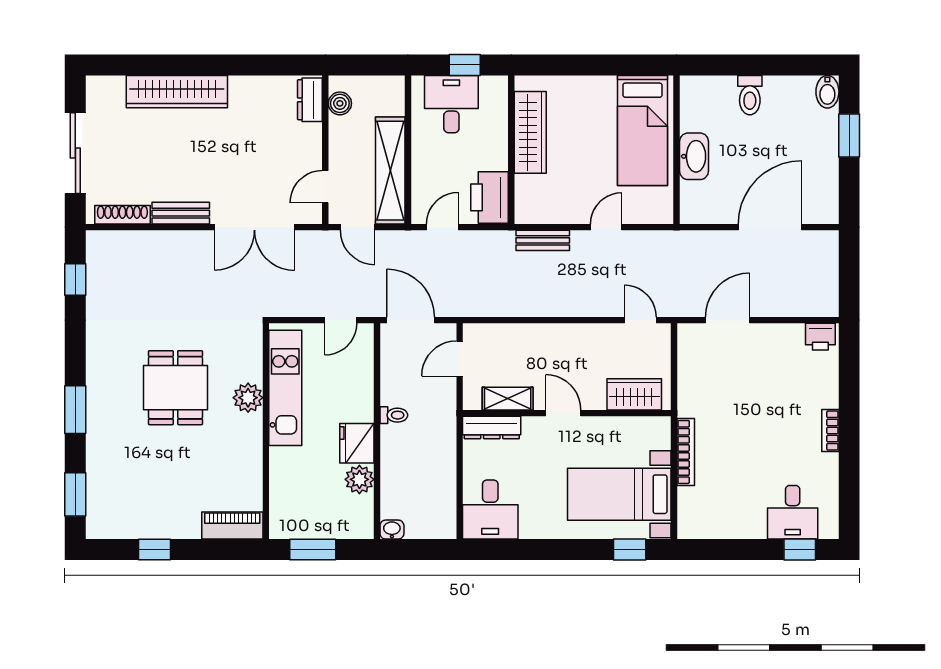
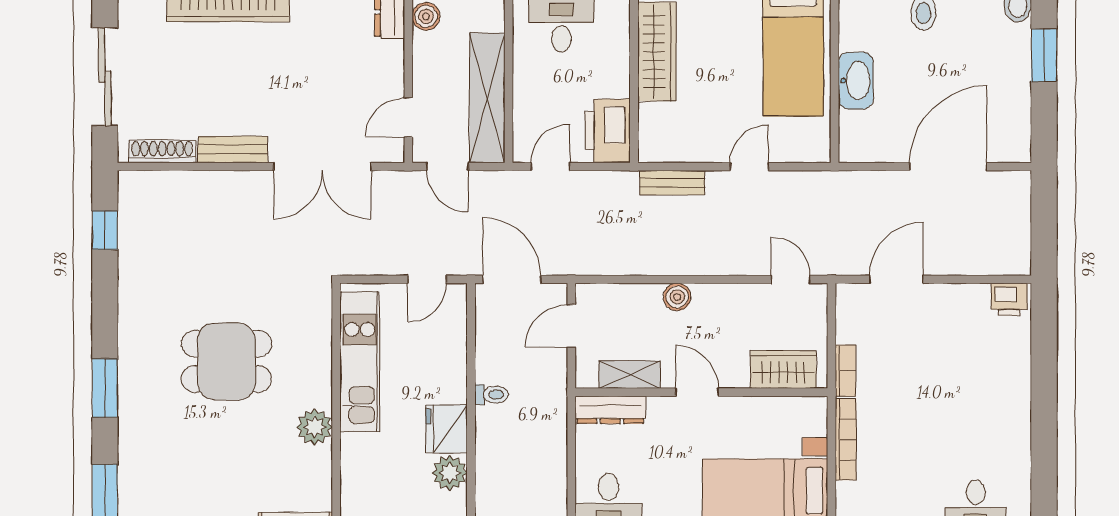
boiler: (547, 335) -> (677, 297), added
dining table: (175, 388) -> (226, 361), turned 90
plant: (248, 398) -> (315, 427), moved
bookcase: (830, 430) -> (845, 371), moved, turned 180

